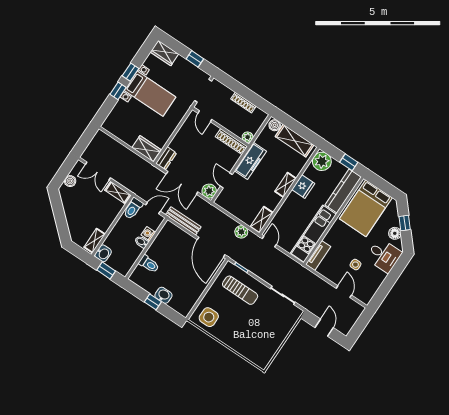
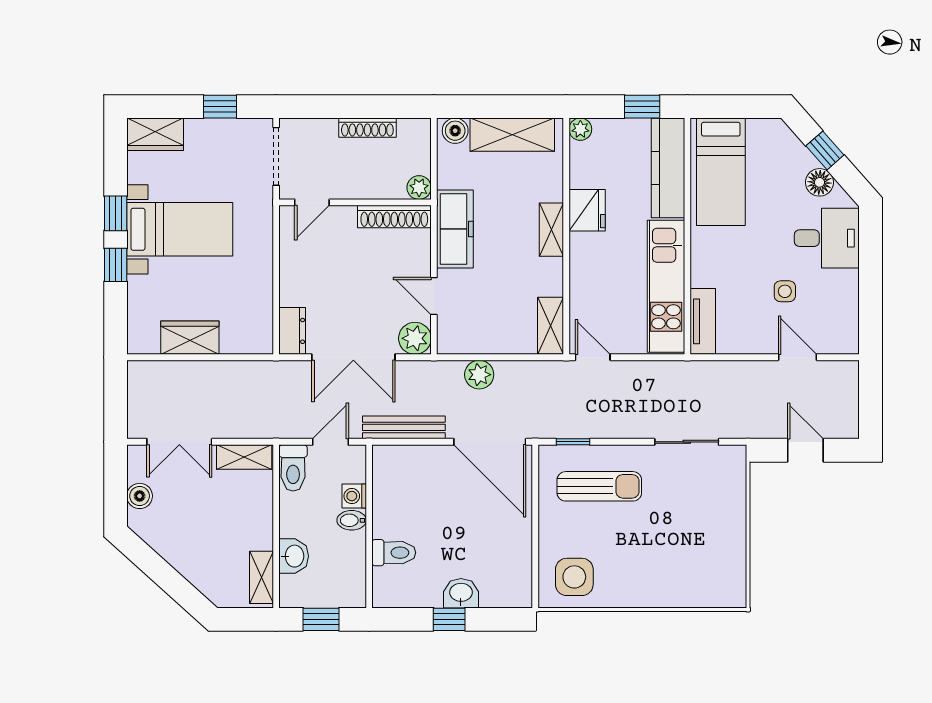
door: (205, 116) -> (312, 202), hinge flipped
wardrobe: (146, 149) -> (190, 338), moved
plant: (322, 161) -> (580, 129), width x0.53, depth x0.53
bed: (366, 208) -> (721, 172), width x0.67
plant: (241, 232) -> (479, 375), moved
washbasin: (103, 253) -> (294, 556), moved

